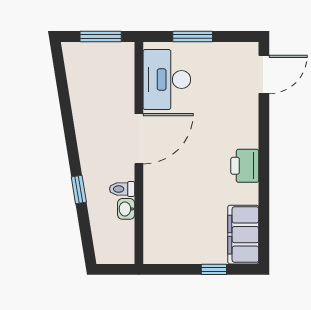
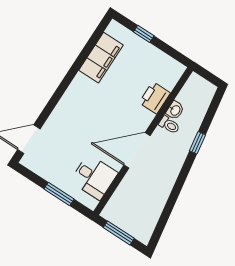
desk: (167, 80) -> (94, 177), width x0.73
printer: (245, 166) -> (155, 98), moved, turned 180
filing cabinet: (243, 235) -> (101, 58), moved

